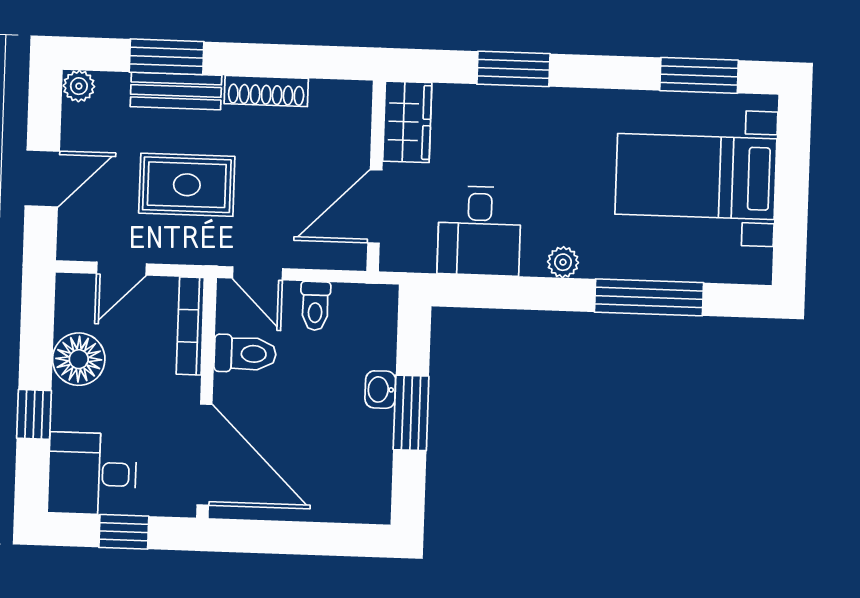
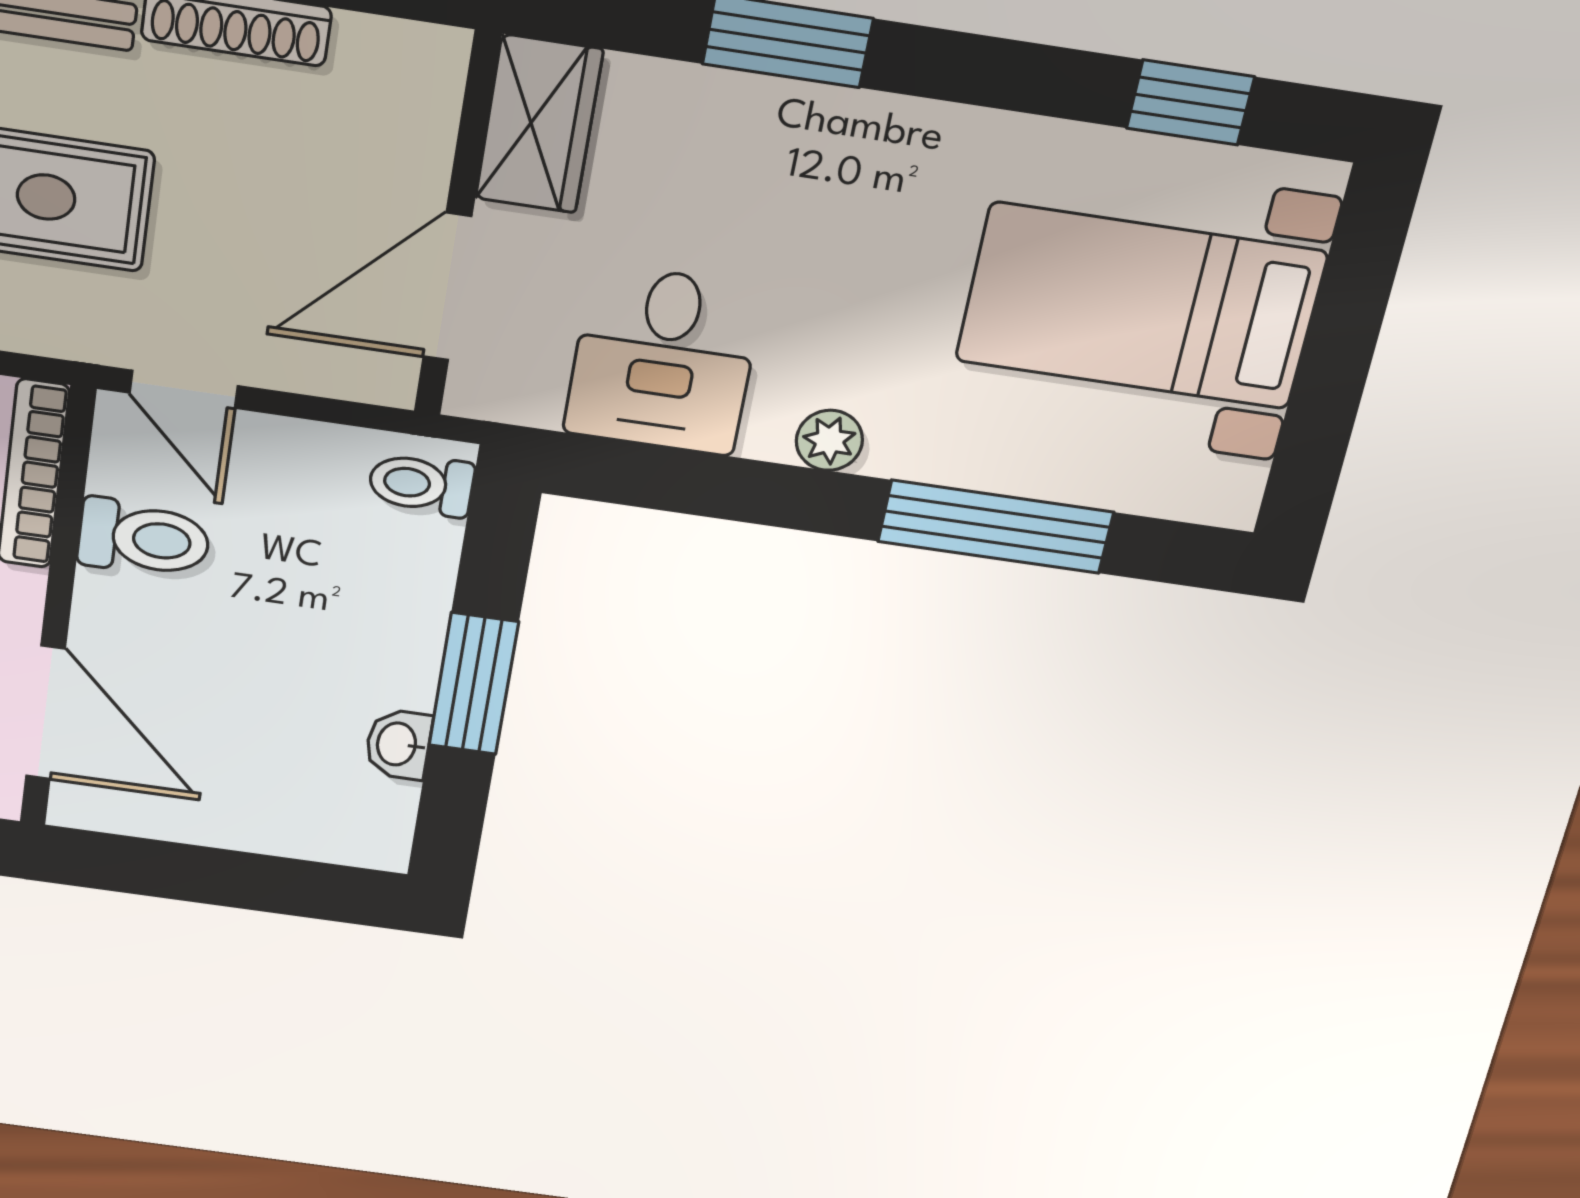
window: (699, 75) -> (1190, 103), width x0.67
toilet: (315, 306) -> (421, 484), moved, turned 90
washbasin: (380, 390) -> (398, 744), moved
door: (205, 455) -> (45, 713), width x0.73

